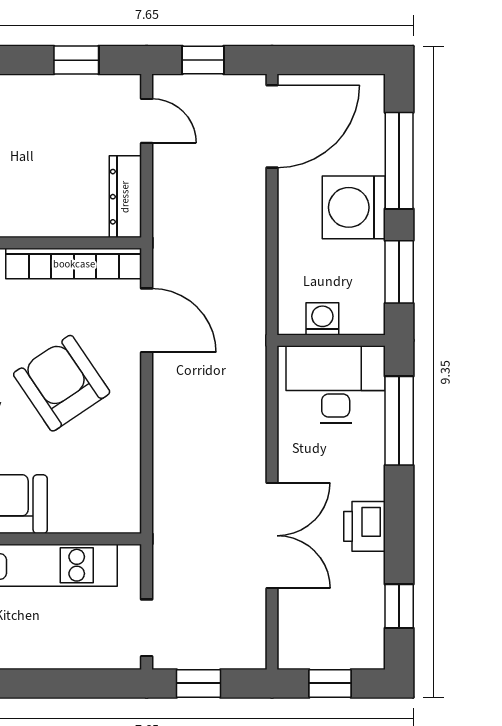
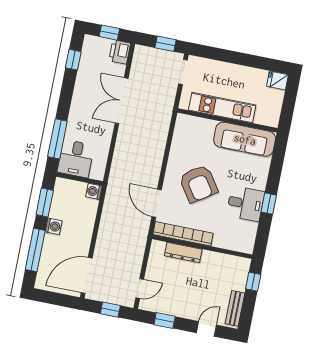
door: (147, 121) -> (140, 288), swing flipped
dresser: (125, 197) -> (183, 252), moved, turned 90
washing machine: (354, 207) -> (54, 226), width x0.53, depth x0.53
washing machine: (322, 319) -> (94, 191), moved, turned 90
desk: (336, 385) -> (76, 159), width x0.73
printer: (365, 526) -> (120, 52), moved, turned 180

